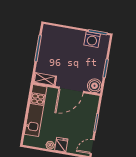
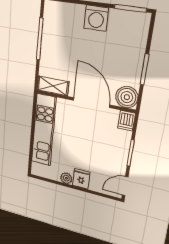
washing machine: (92, 40) -> (96, 18), moved
door: (71, 90) -> (91, 103), swing flipped
dishwasher: (94, 101) -> (127, 121), added

